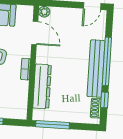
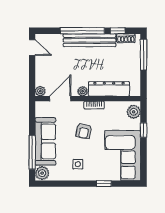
plant: (41, 58) -> (83, 91), added
plant: (15, 112) -> (134, 112), added
window: (53, 125) -> (144, 55), moved

